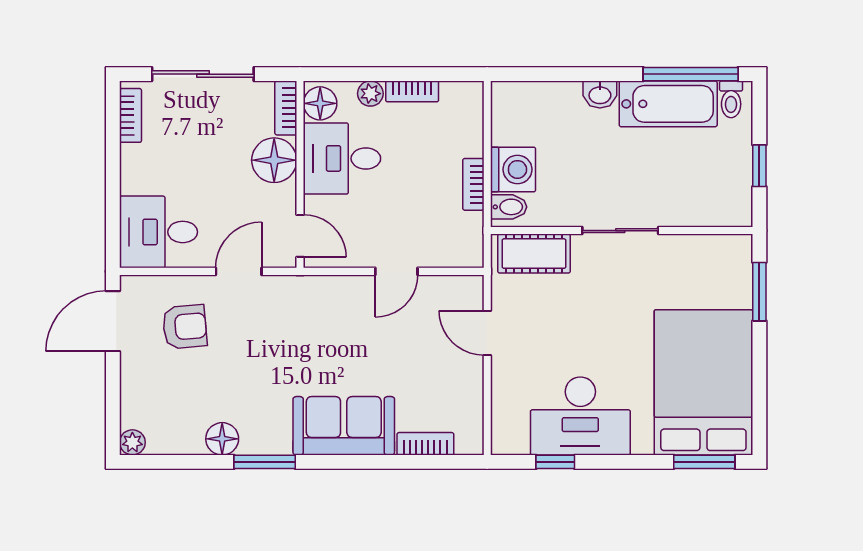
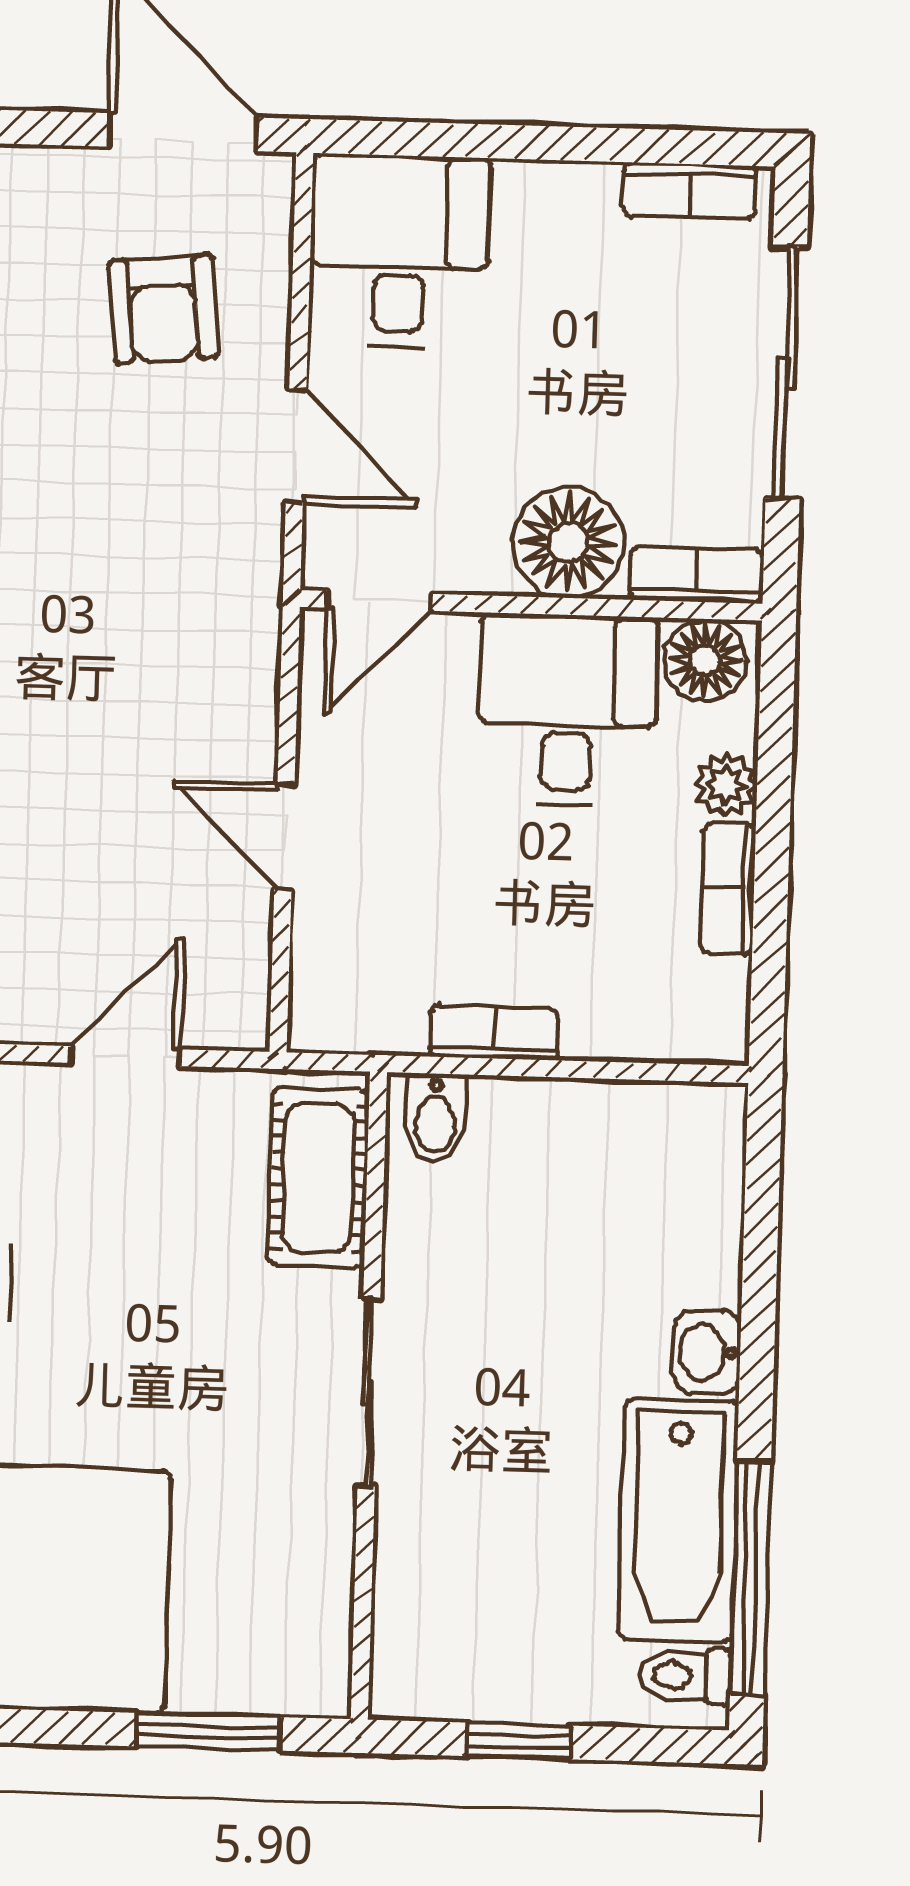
washing machine: (513, 169) -> (528, 1132), removed

